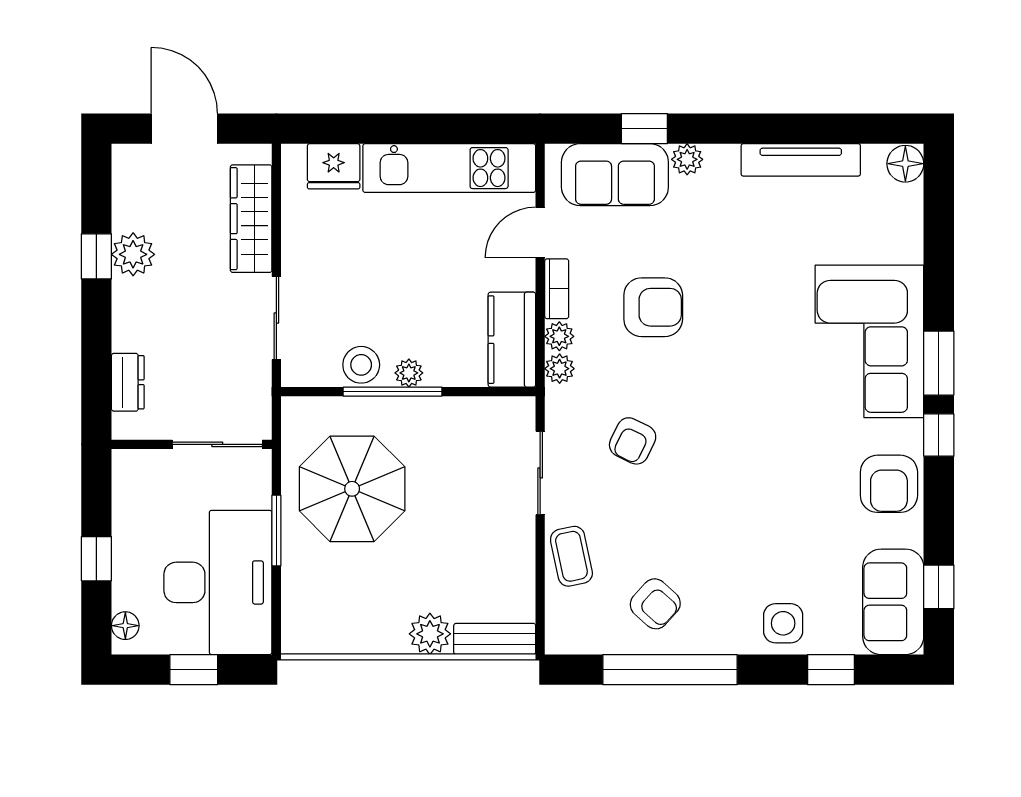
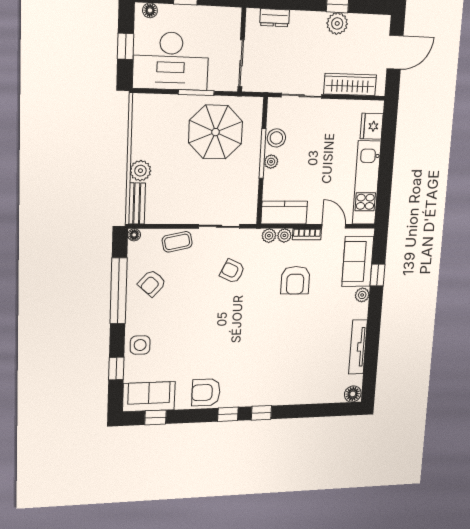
corner sofa: (869, 341) -> (273, 381), removed
window: (939, 363) -> (261, 413), width x0.67
floor lamp: (557, 642) -> (134, 235), added

